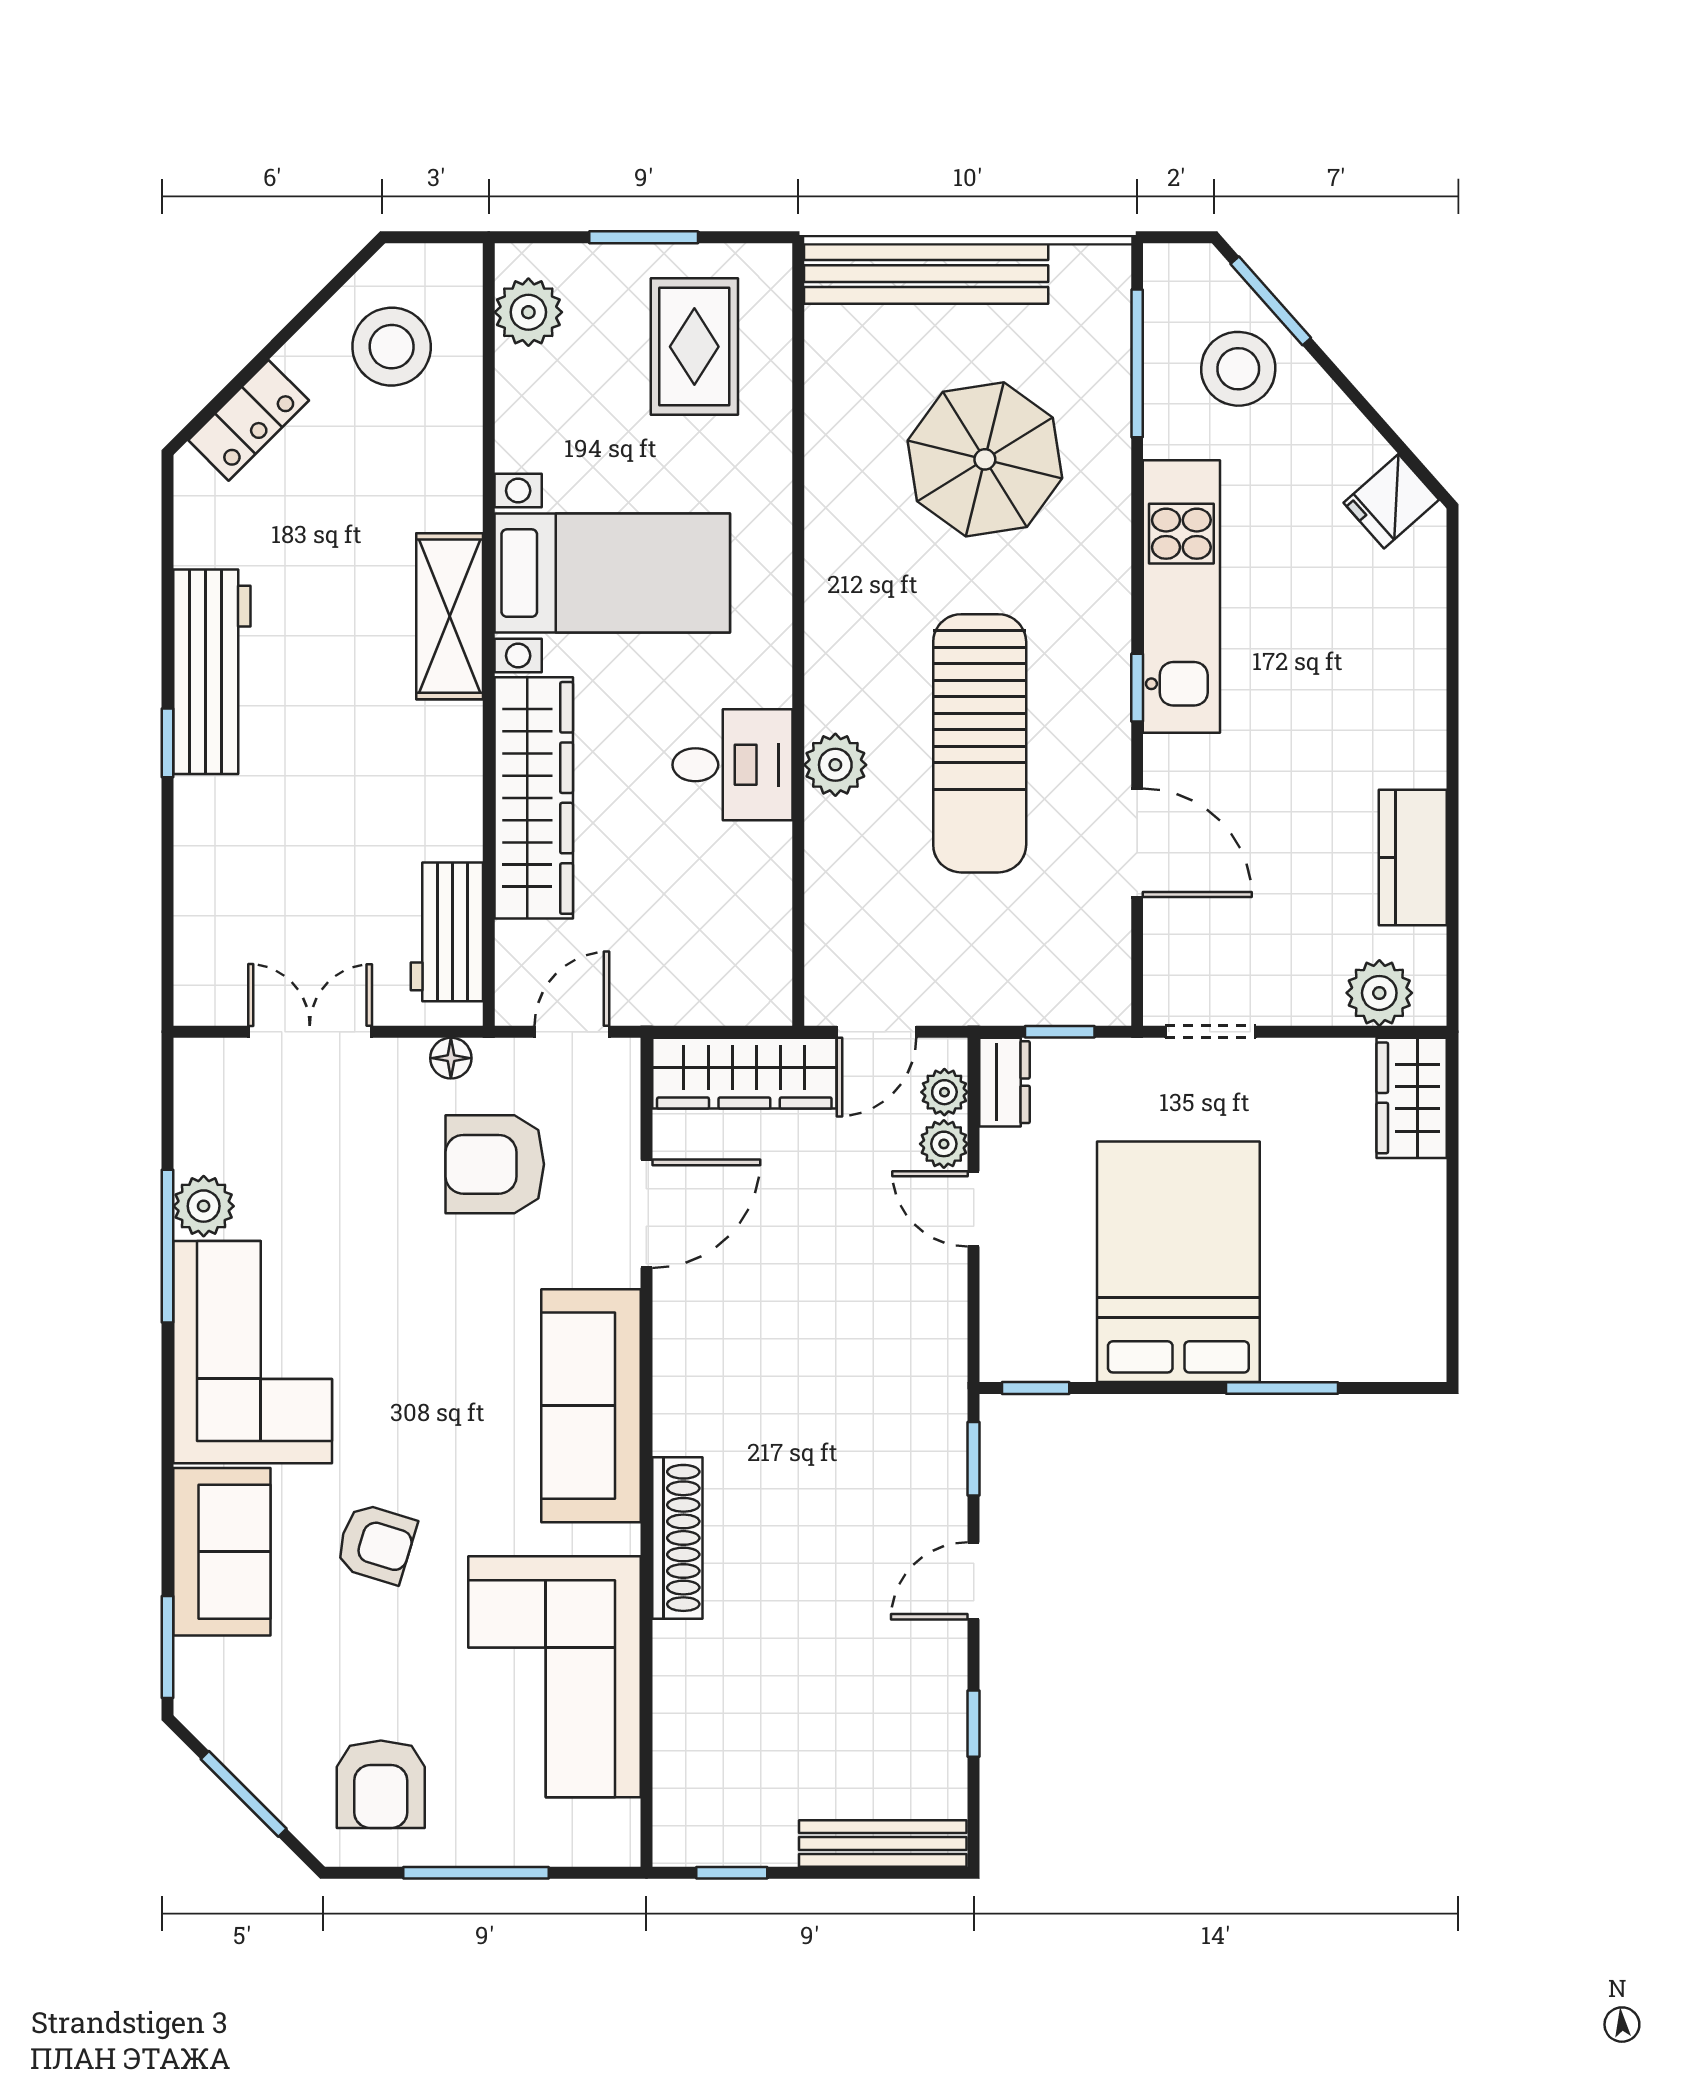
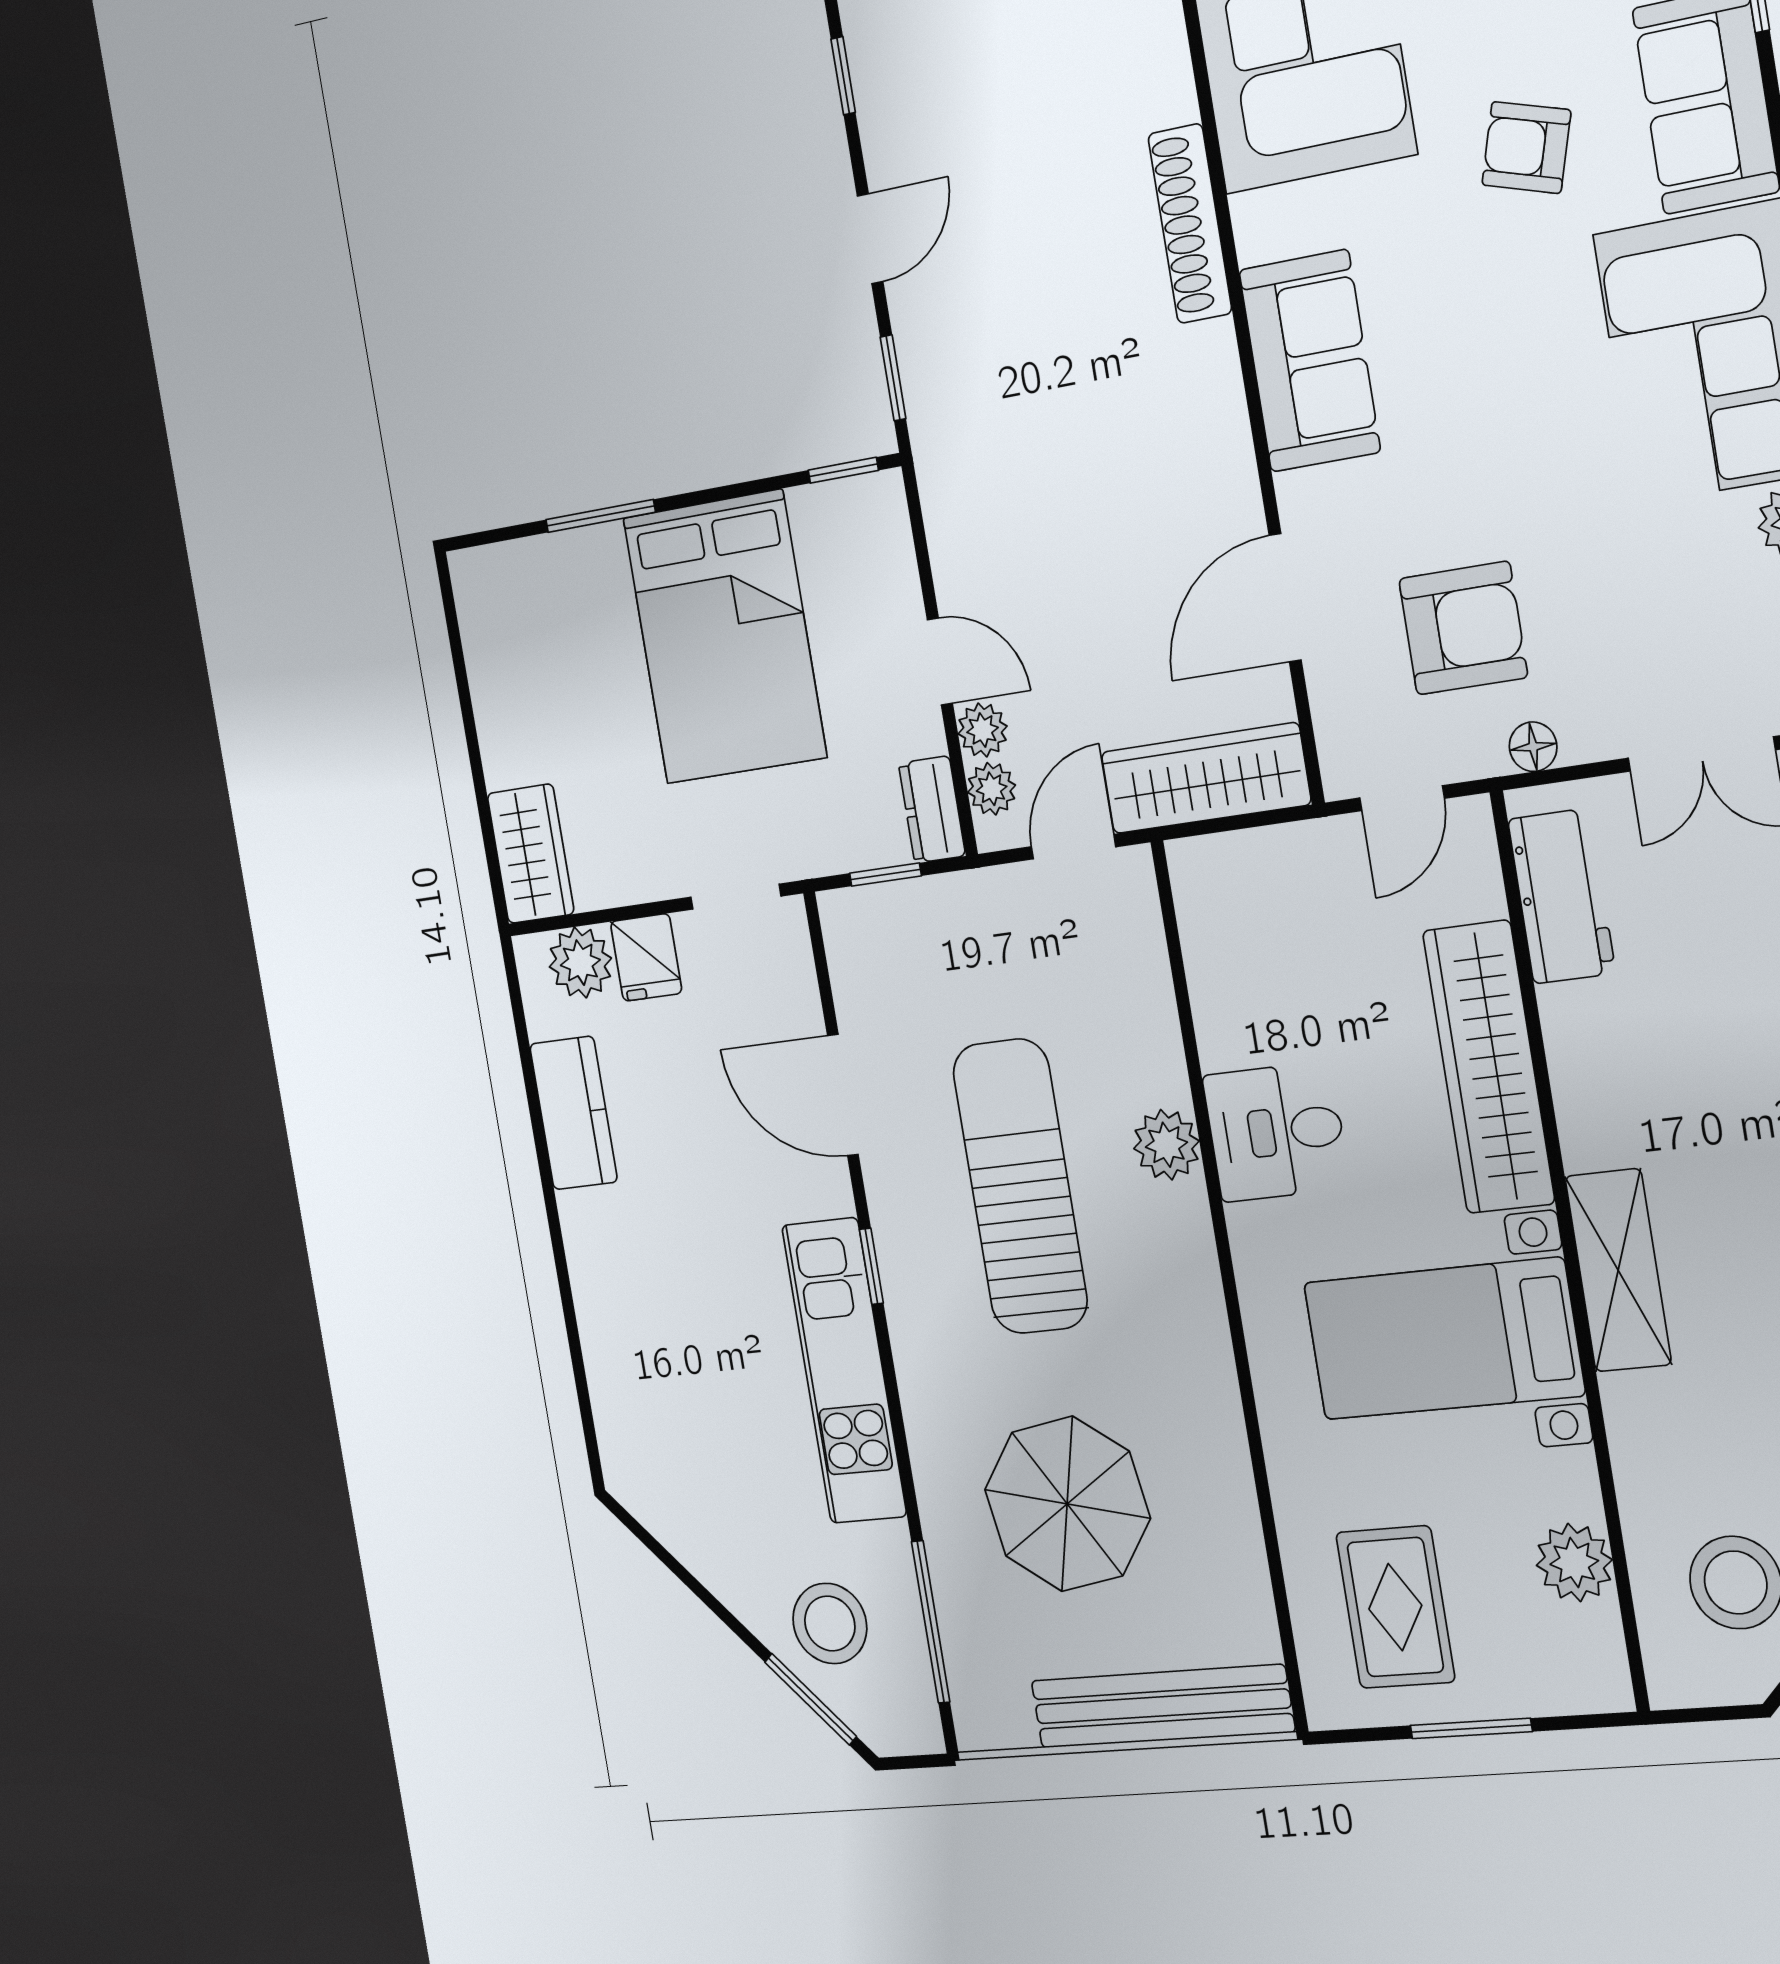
plant: (528, 312) -> (1574, 1562), moved
fridge: (1391, 501) -> (646, 957), moved, turned 132
sofa: (591, 1406) -> (1310, 361), width x0.73

